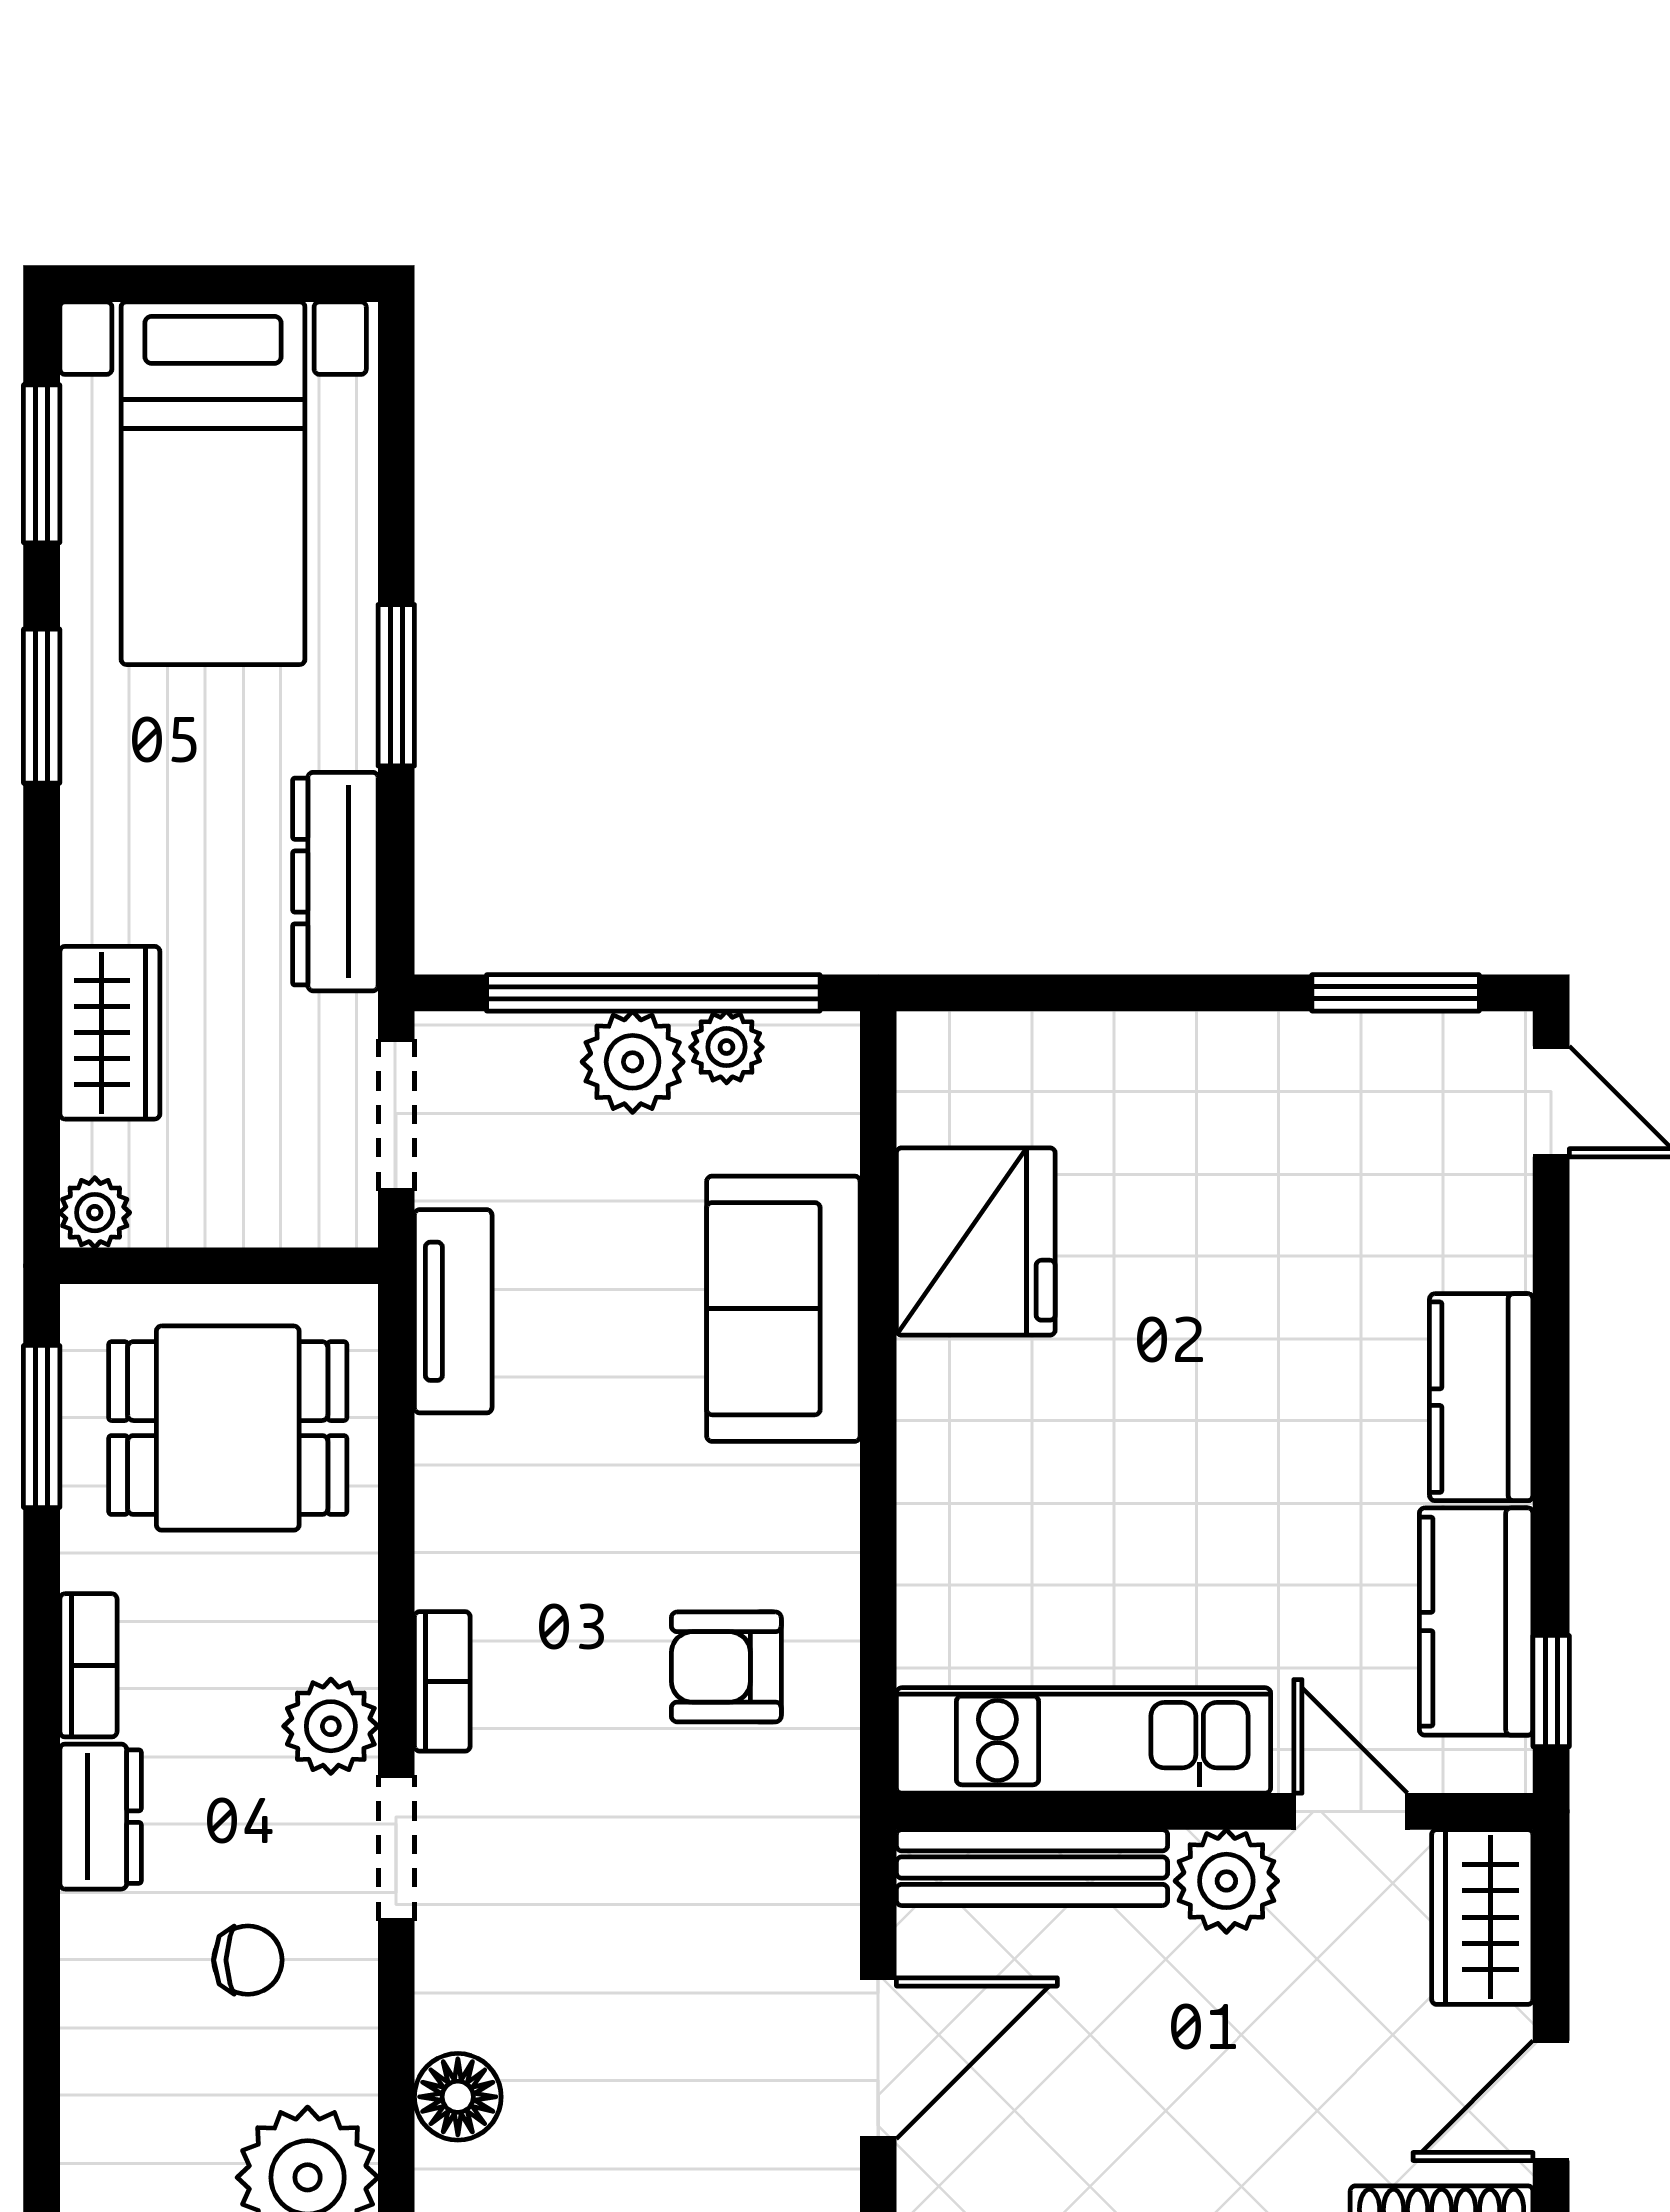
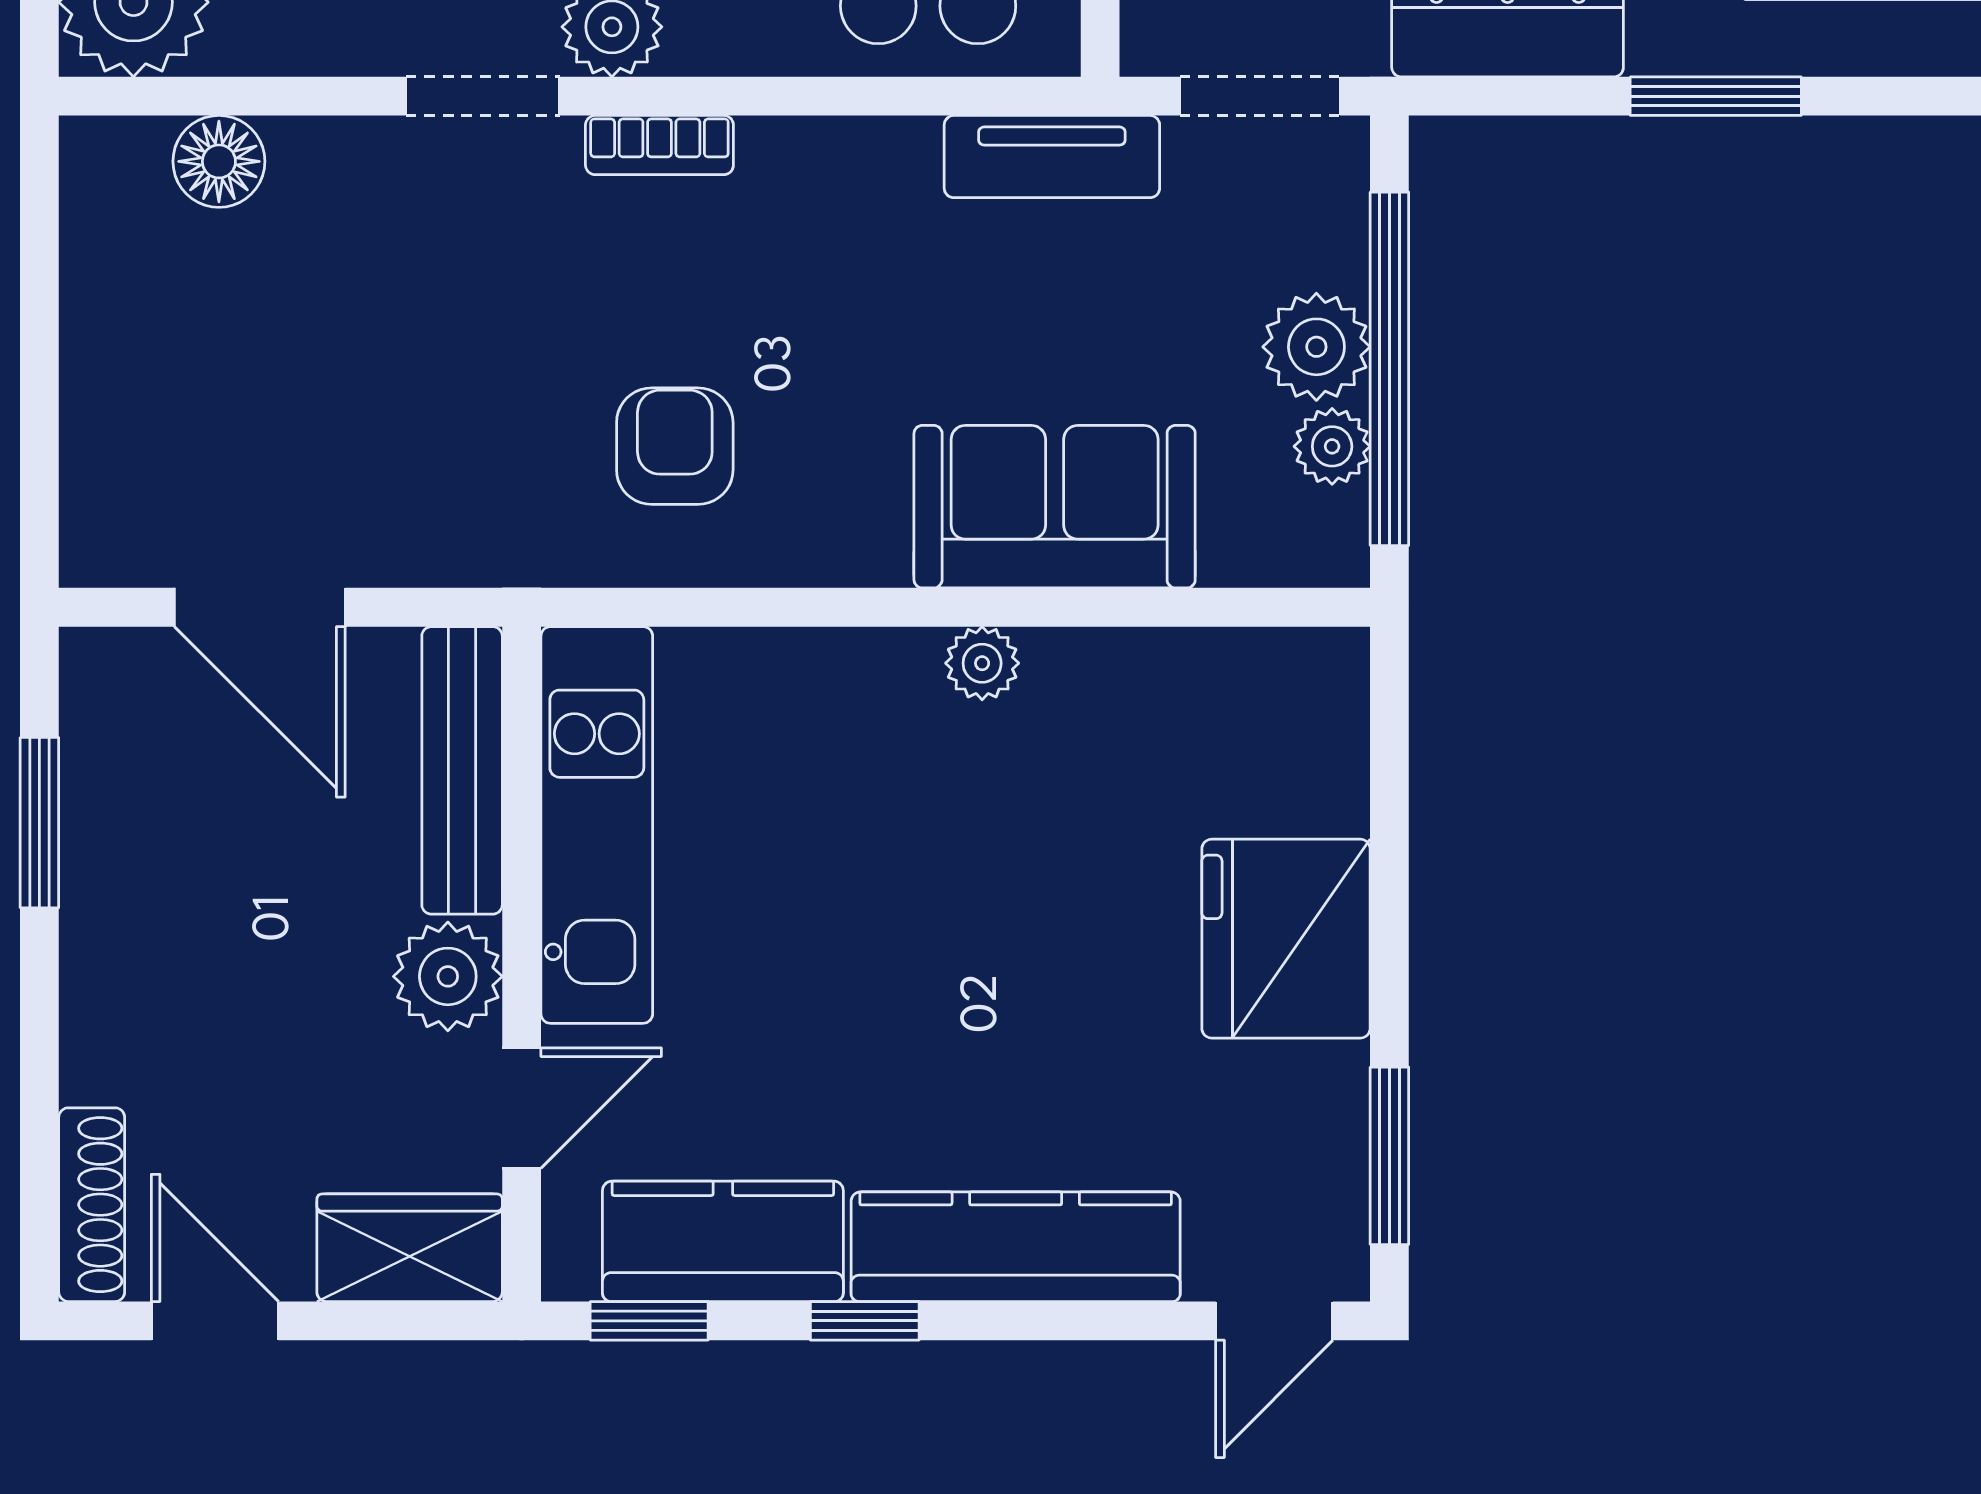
fridge: (976, 1241) -> (1286, 939), moved, turned 90
plant: (931, 1377) -> (982, 663), added
kitchen counter: (1481, 1397) -> (1016, 1247), width x1.50
window: (1551, 1488) -> (865, 1321), added

